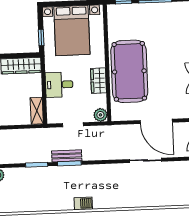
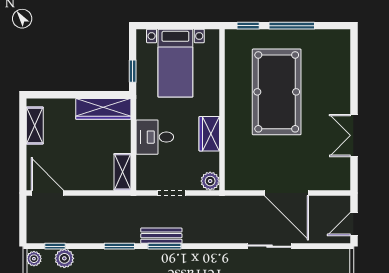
bed with nightstands: (72, 31) -> (175, 63), width x0.73
pool table: (129, 71) -> (277, 92), moved

